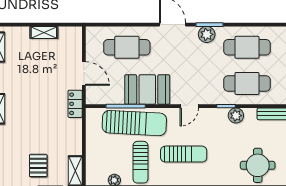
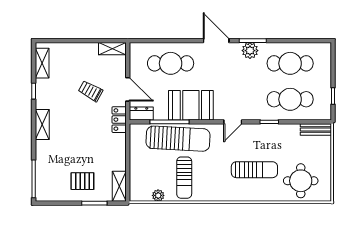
shelving: (44, 32) -> (112, 49), moved
trolley: (46, 75) -> (90, 91), added
dresser: (97, 98) -> (141, 114), added
plant: (236, 116) -> (279, 131), removed
sun lounger: (184, 154) -> (254, 170), moved
pallet: (38, 166) -> (82, 181), turned 90

